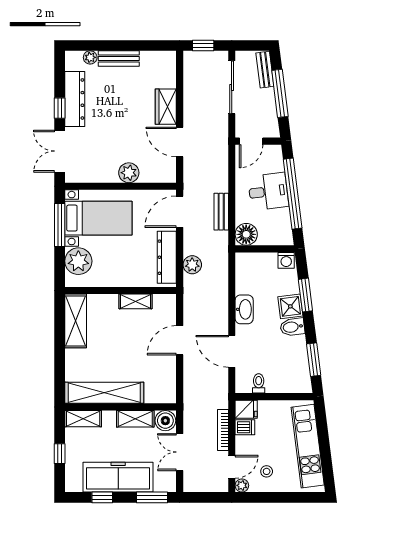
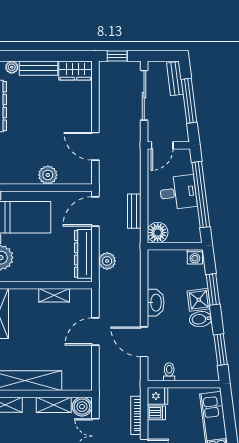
wardrobe: (166, 107) -> (75, 71), moved, turned -90

